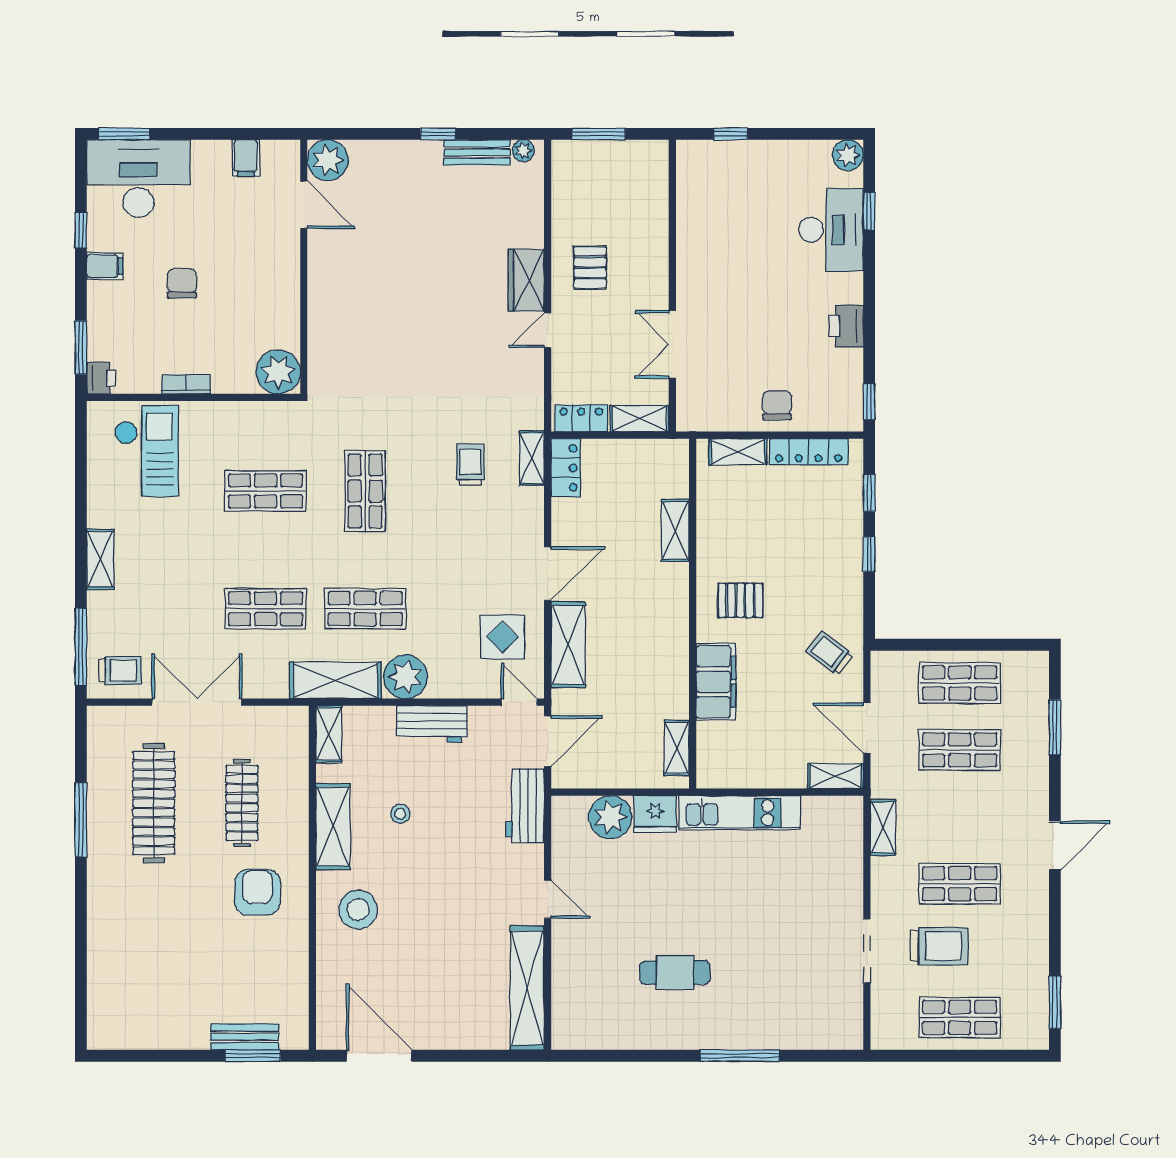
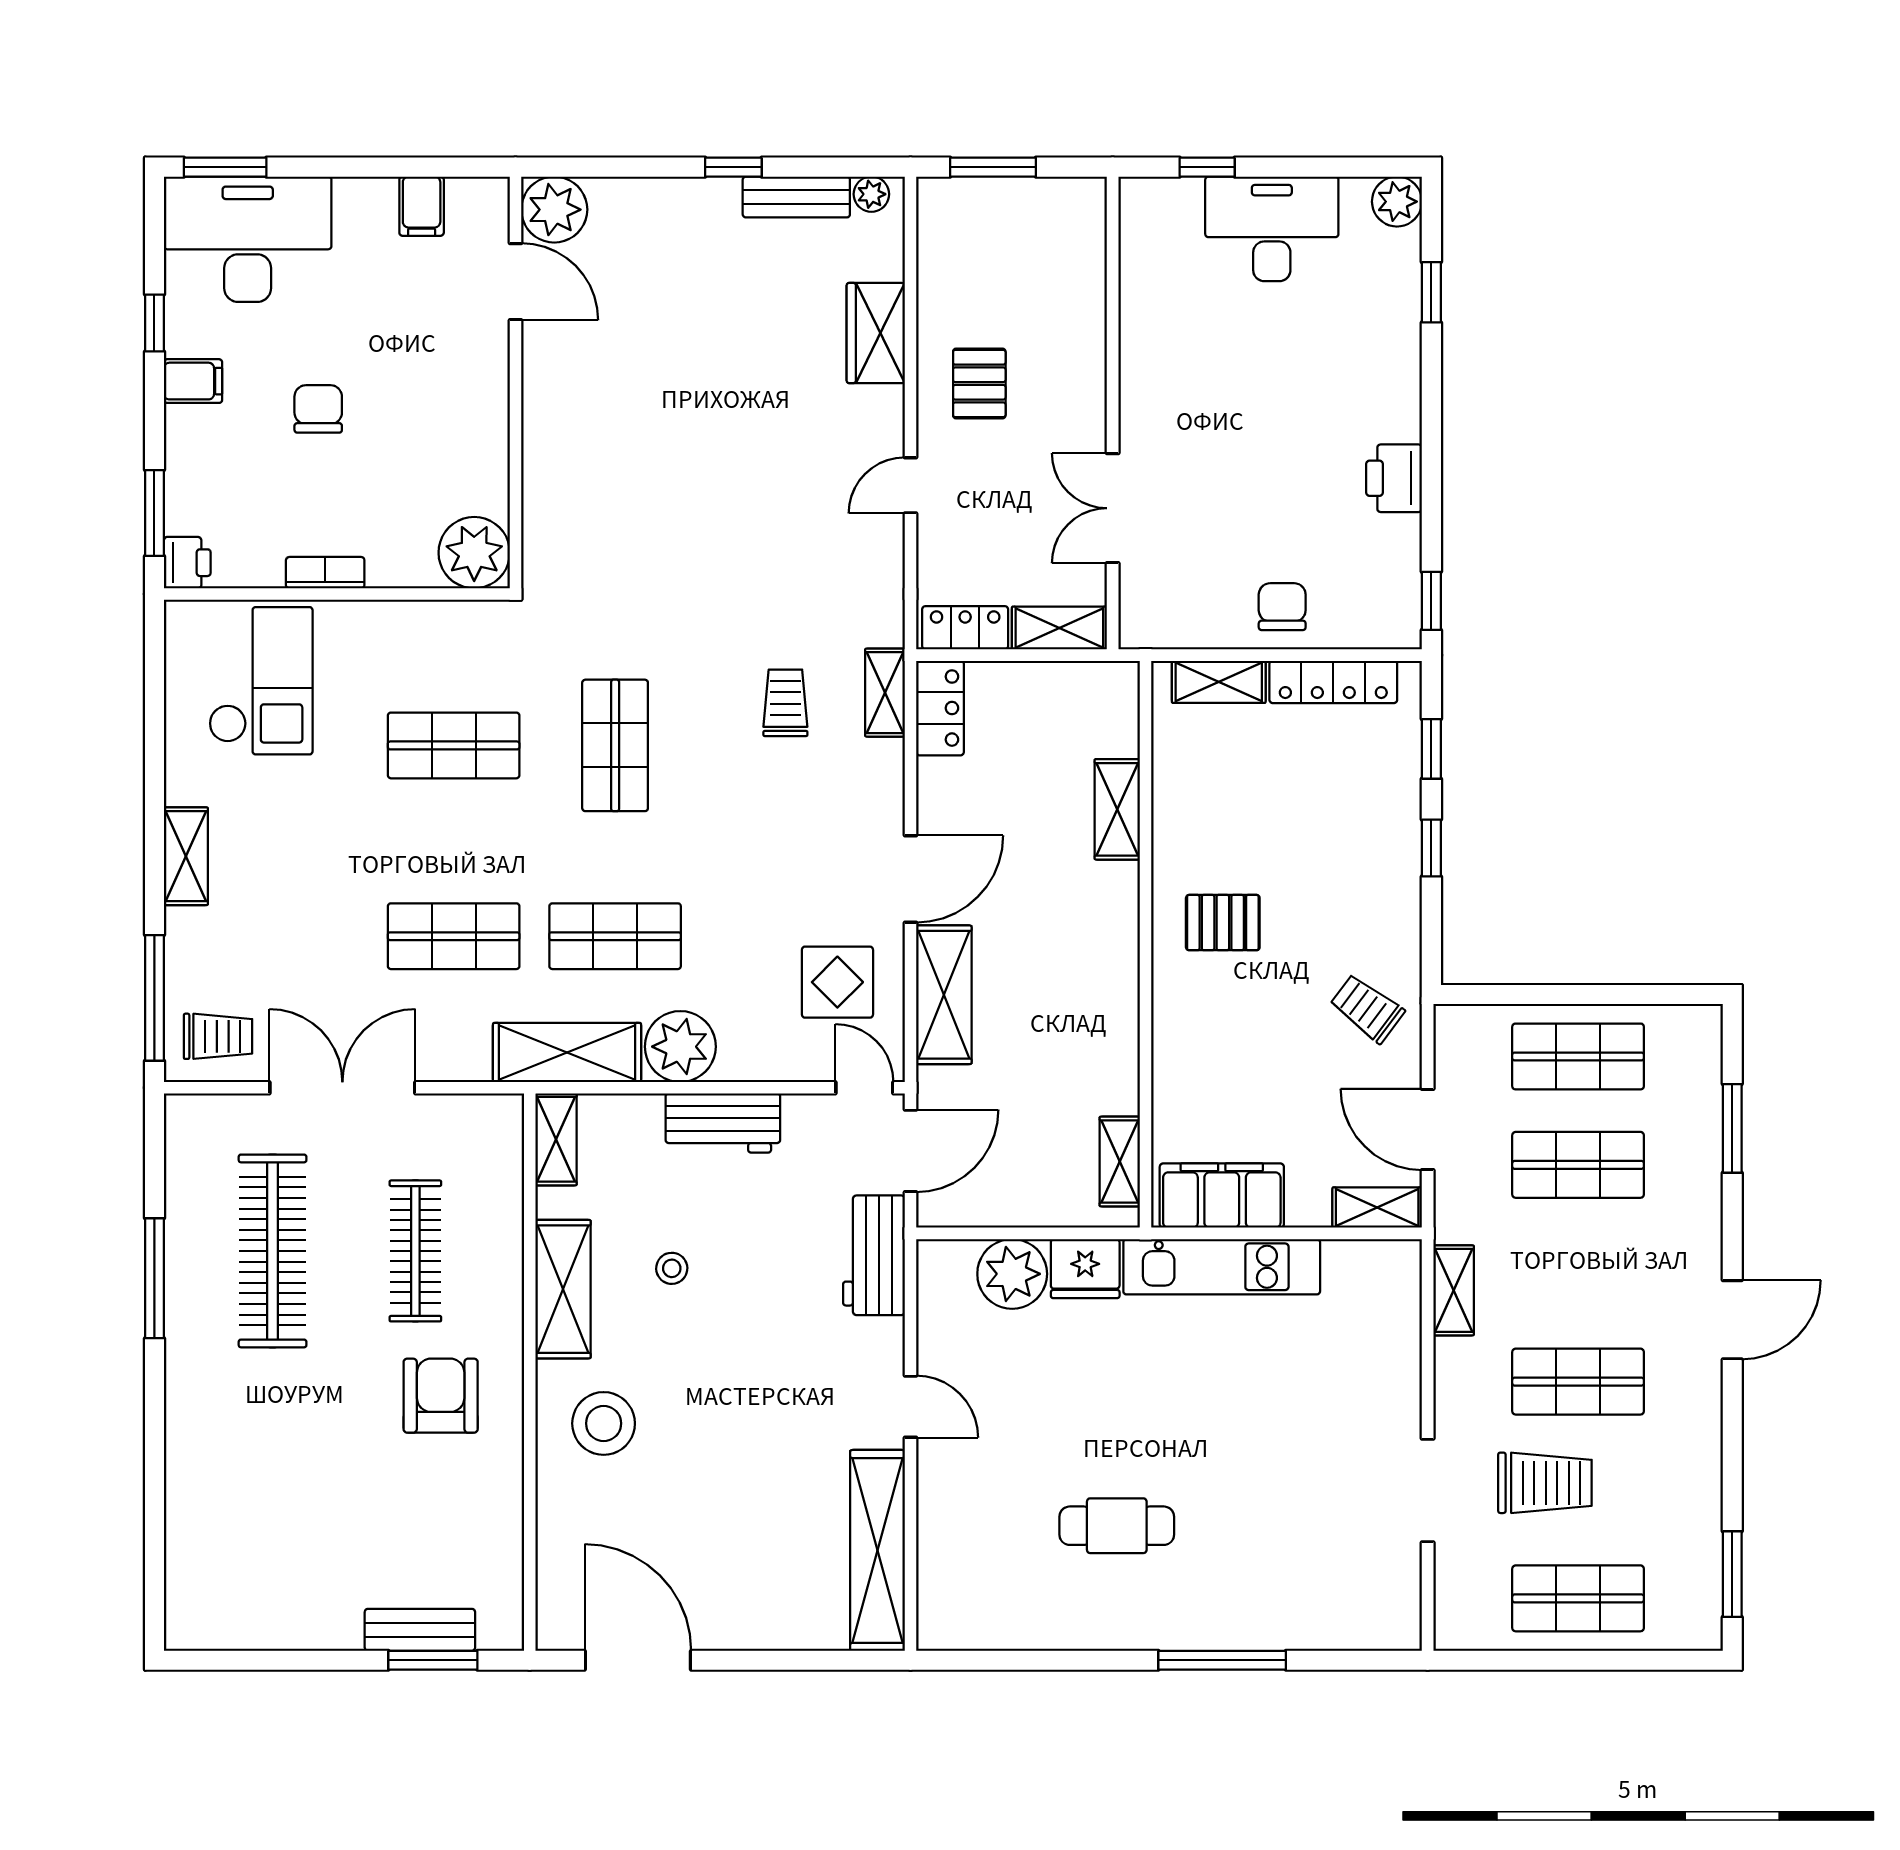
desk: (831, 230) -> (1272, 229), moved, turned -90
wardrobe: (526, 280) -> (876, 333), moved
filing cabinet: (716, 682) -> (1222, 1196), moved, turned -90

